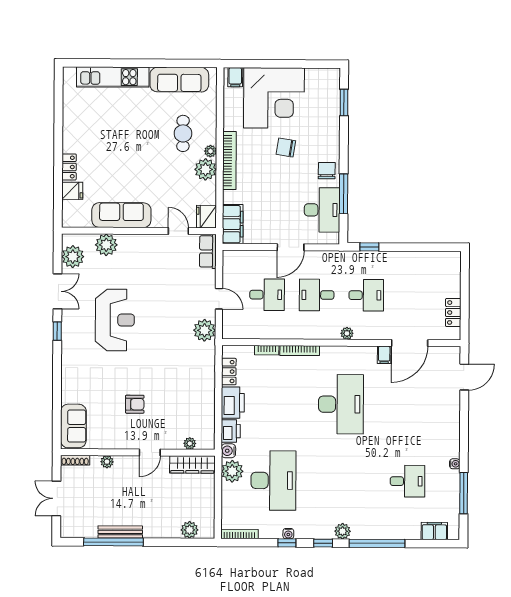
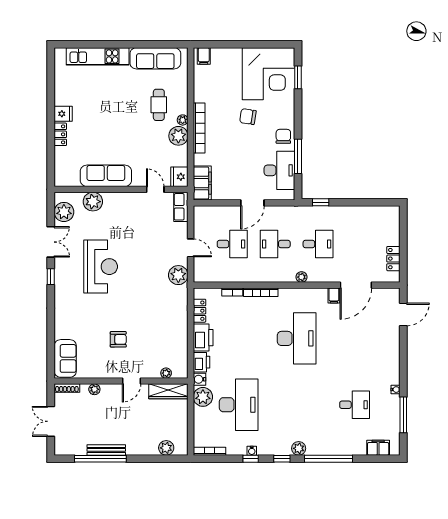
corner desk: (274, 98) -> (268, 74), moved
fridge: (72, 191) -> (63, 114), moved

